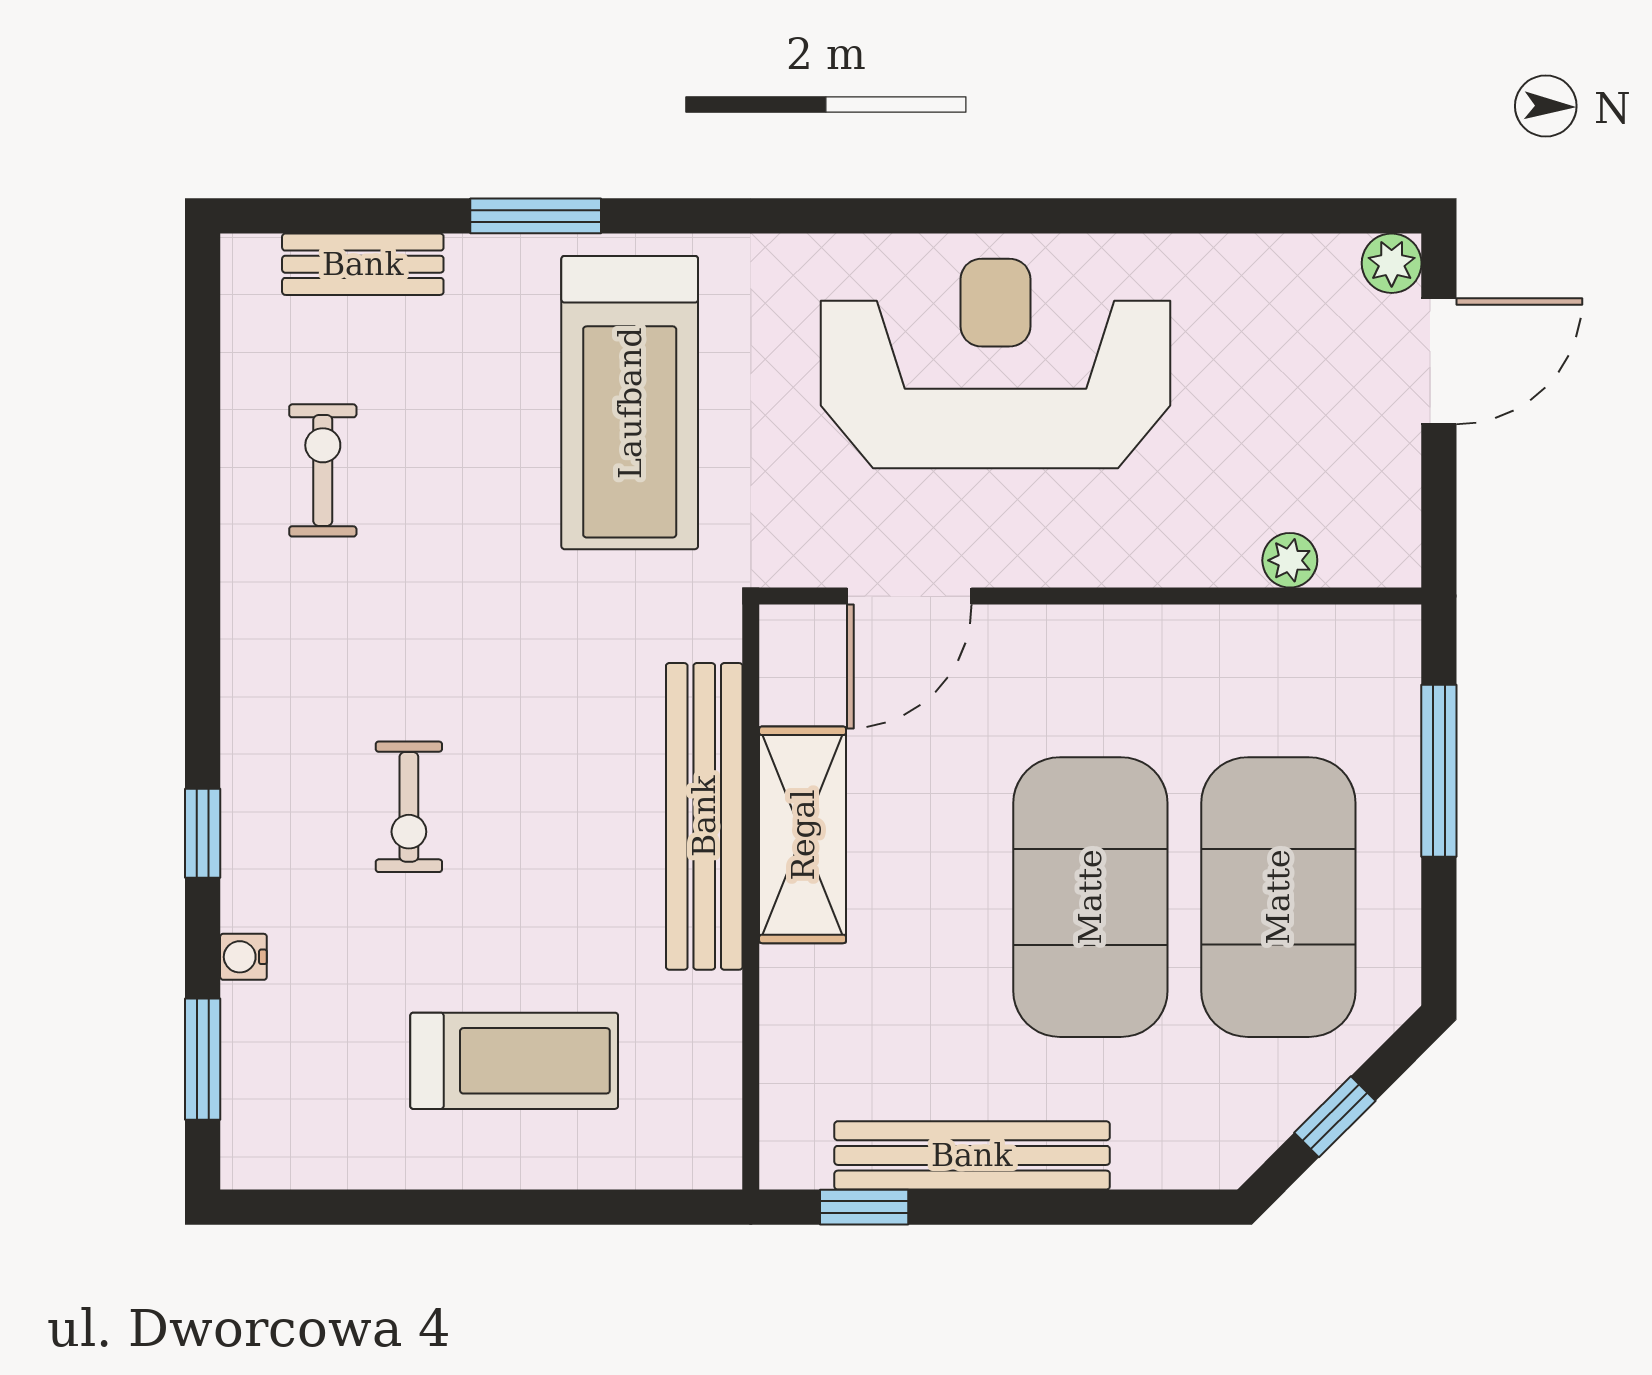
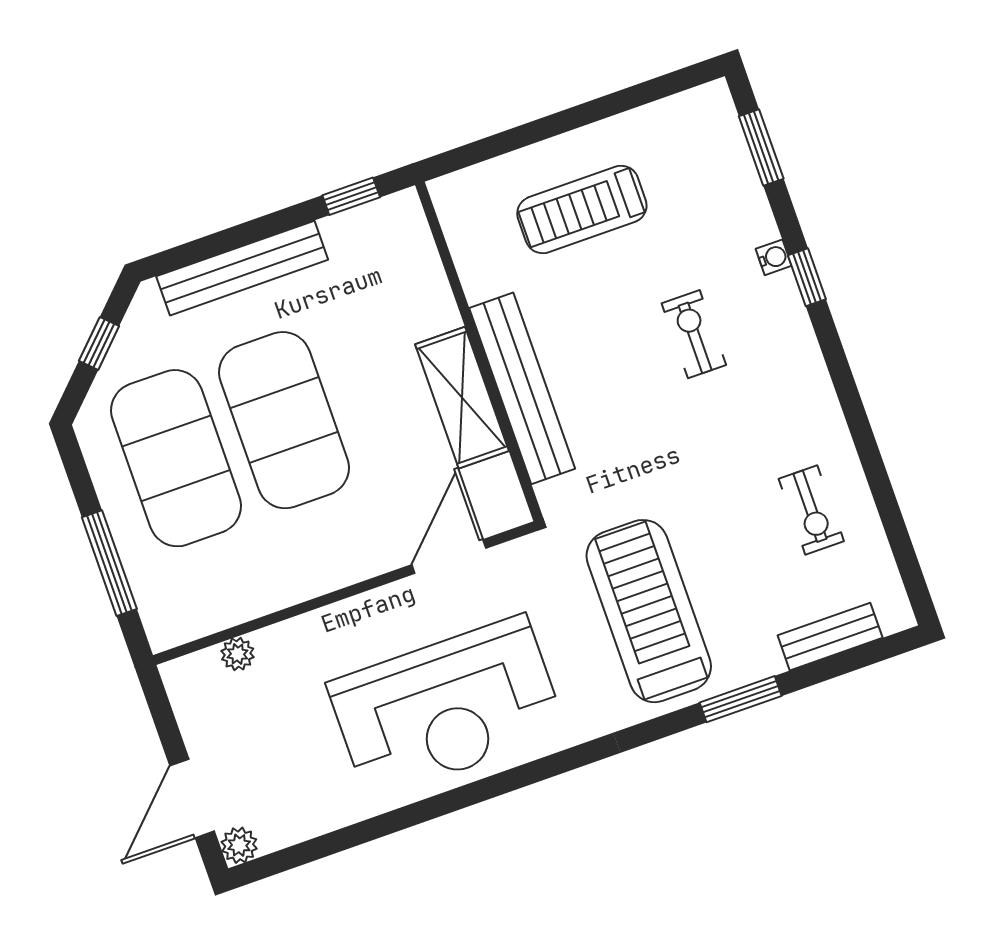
water cooler: (243, 957) -> (774, 257), moved
bench: (972, 1155) -> (242, 268), moved

